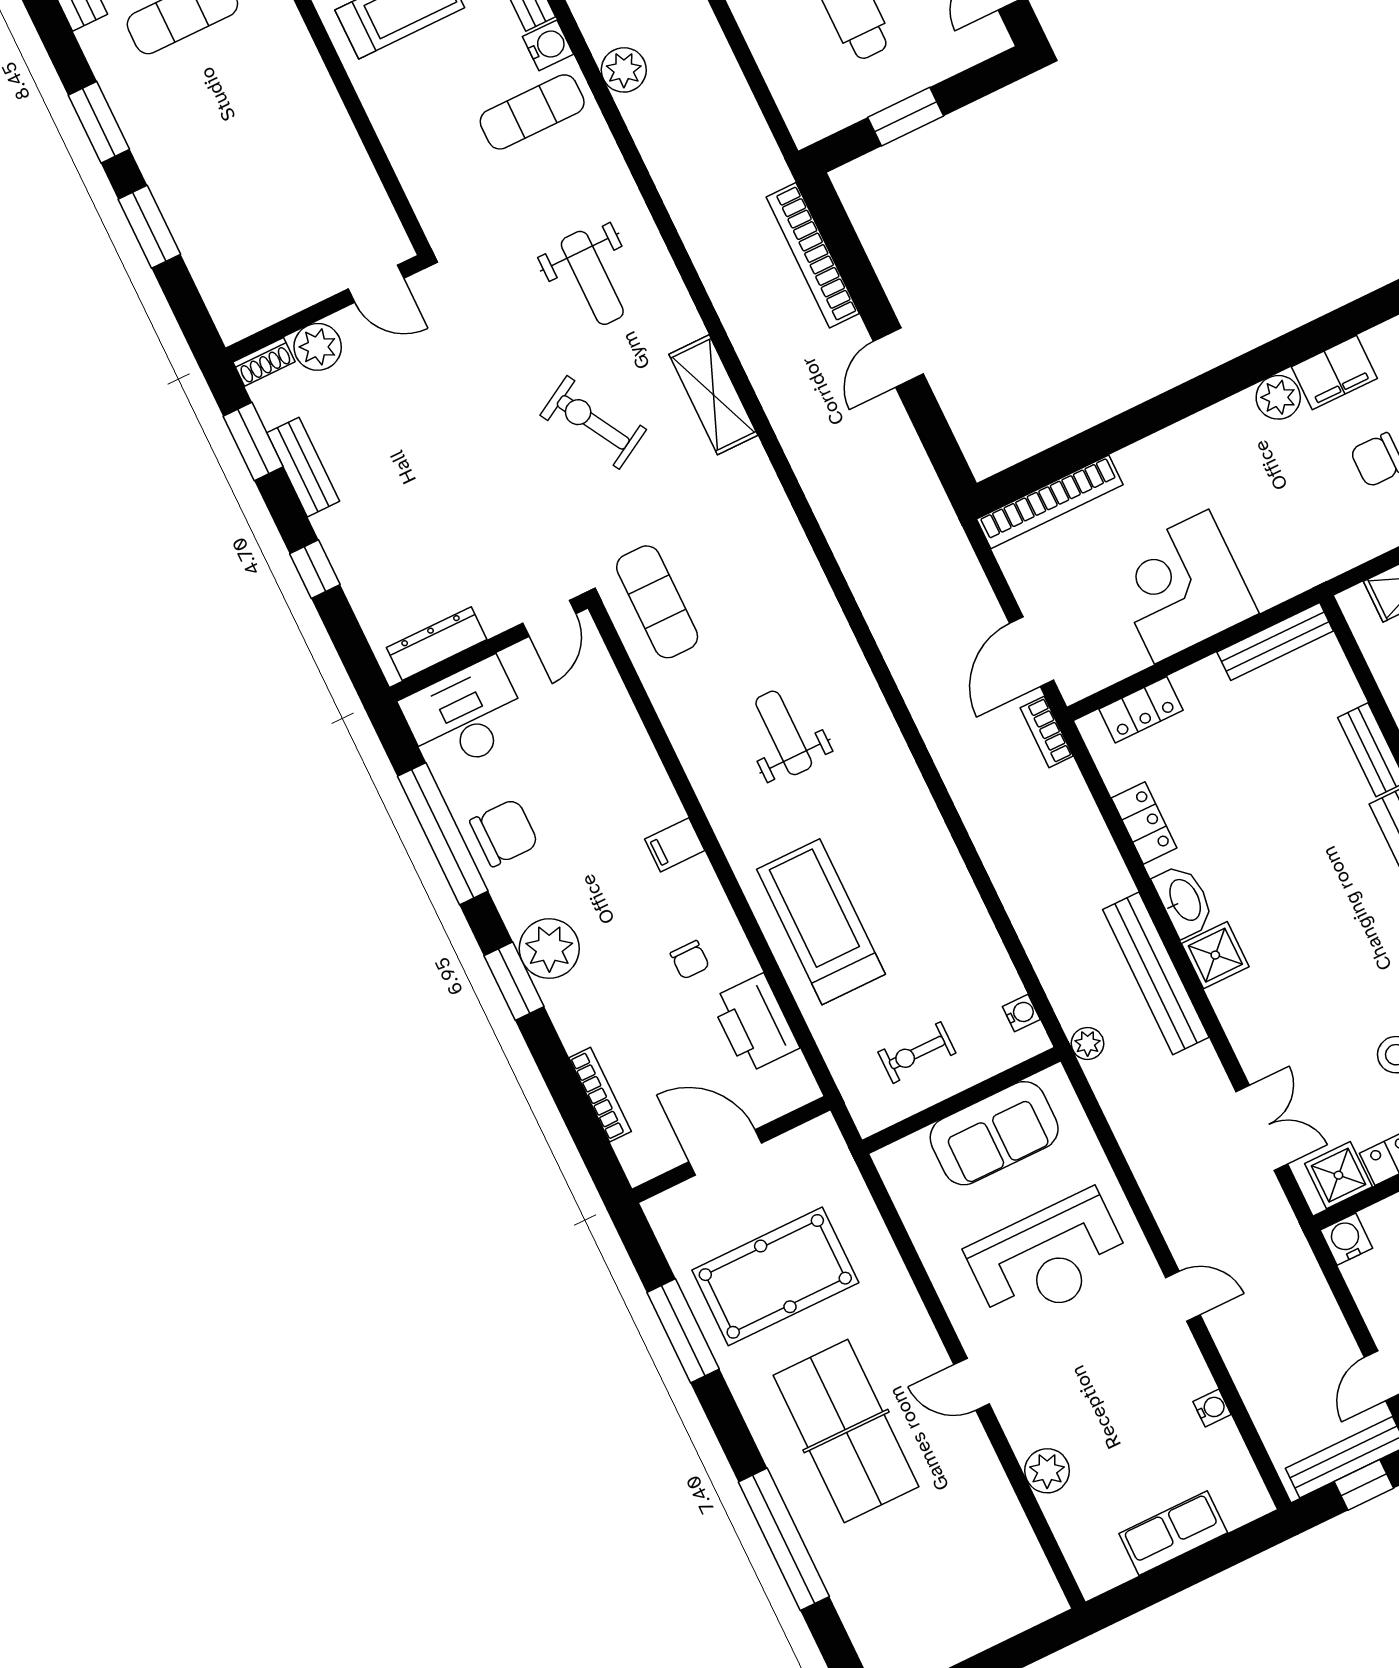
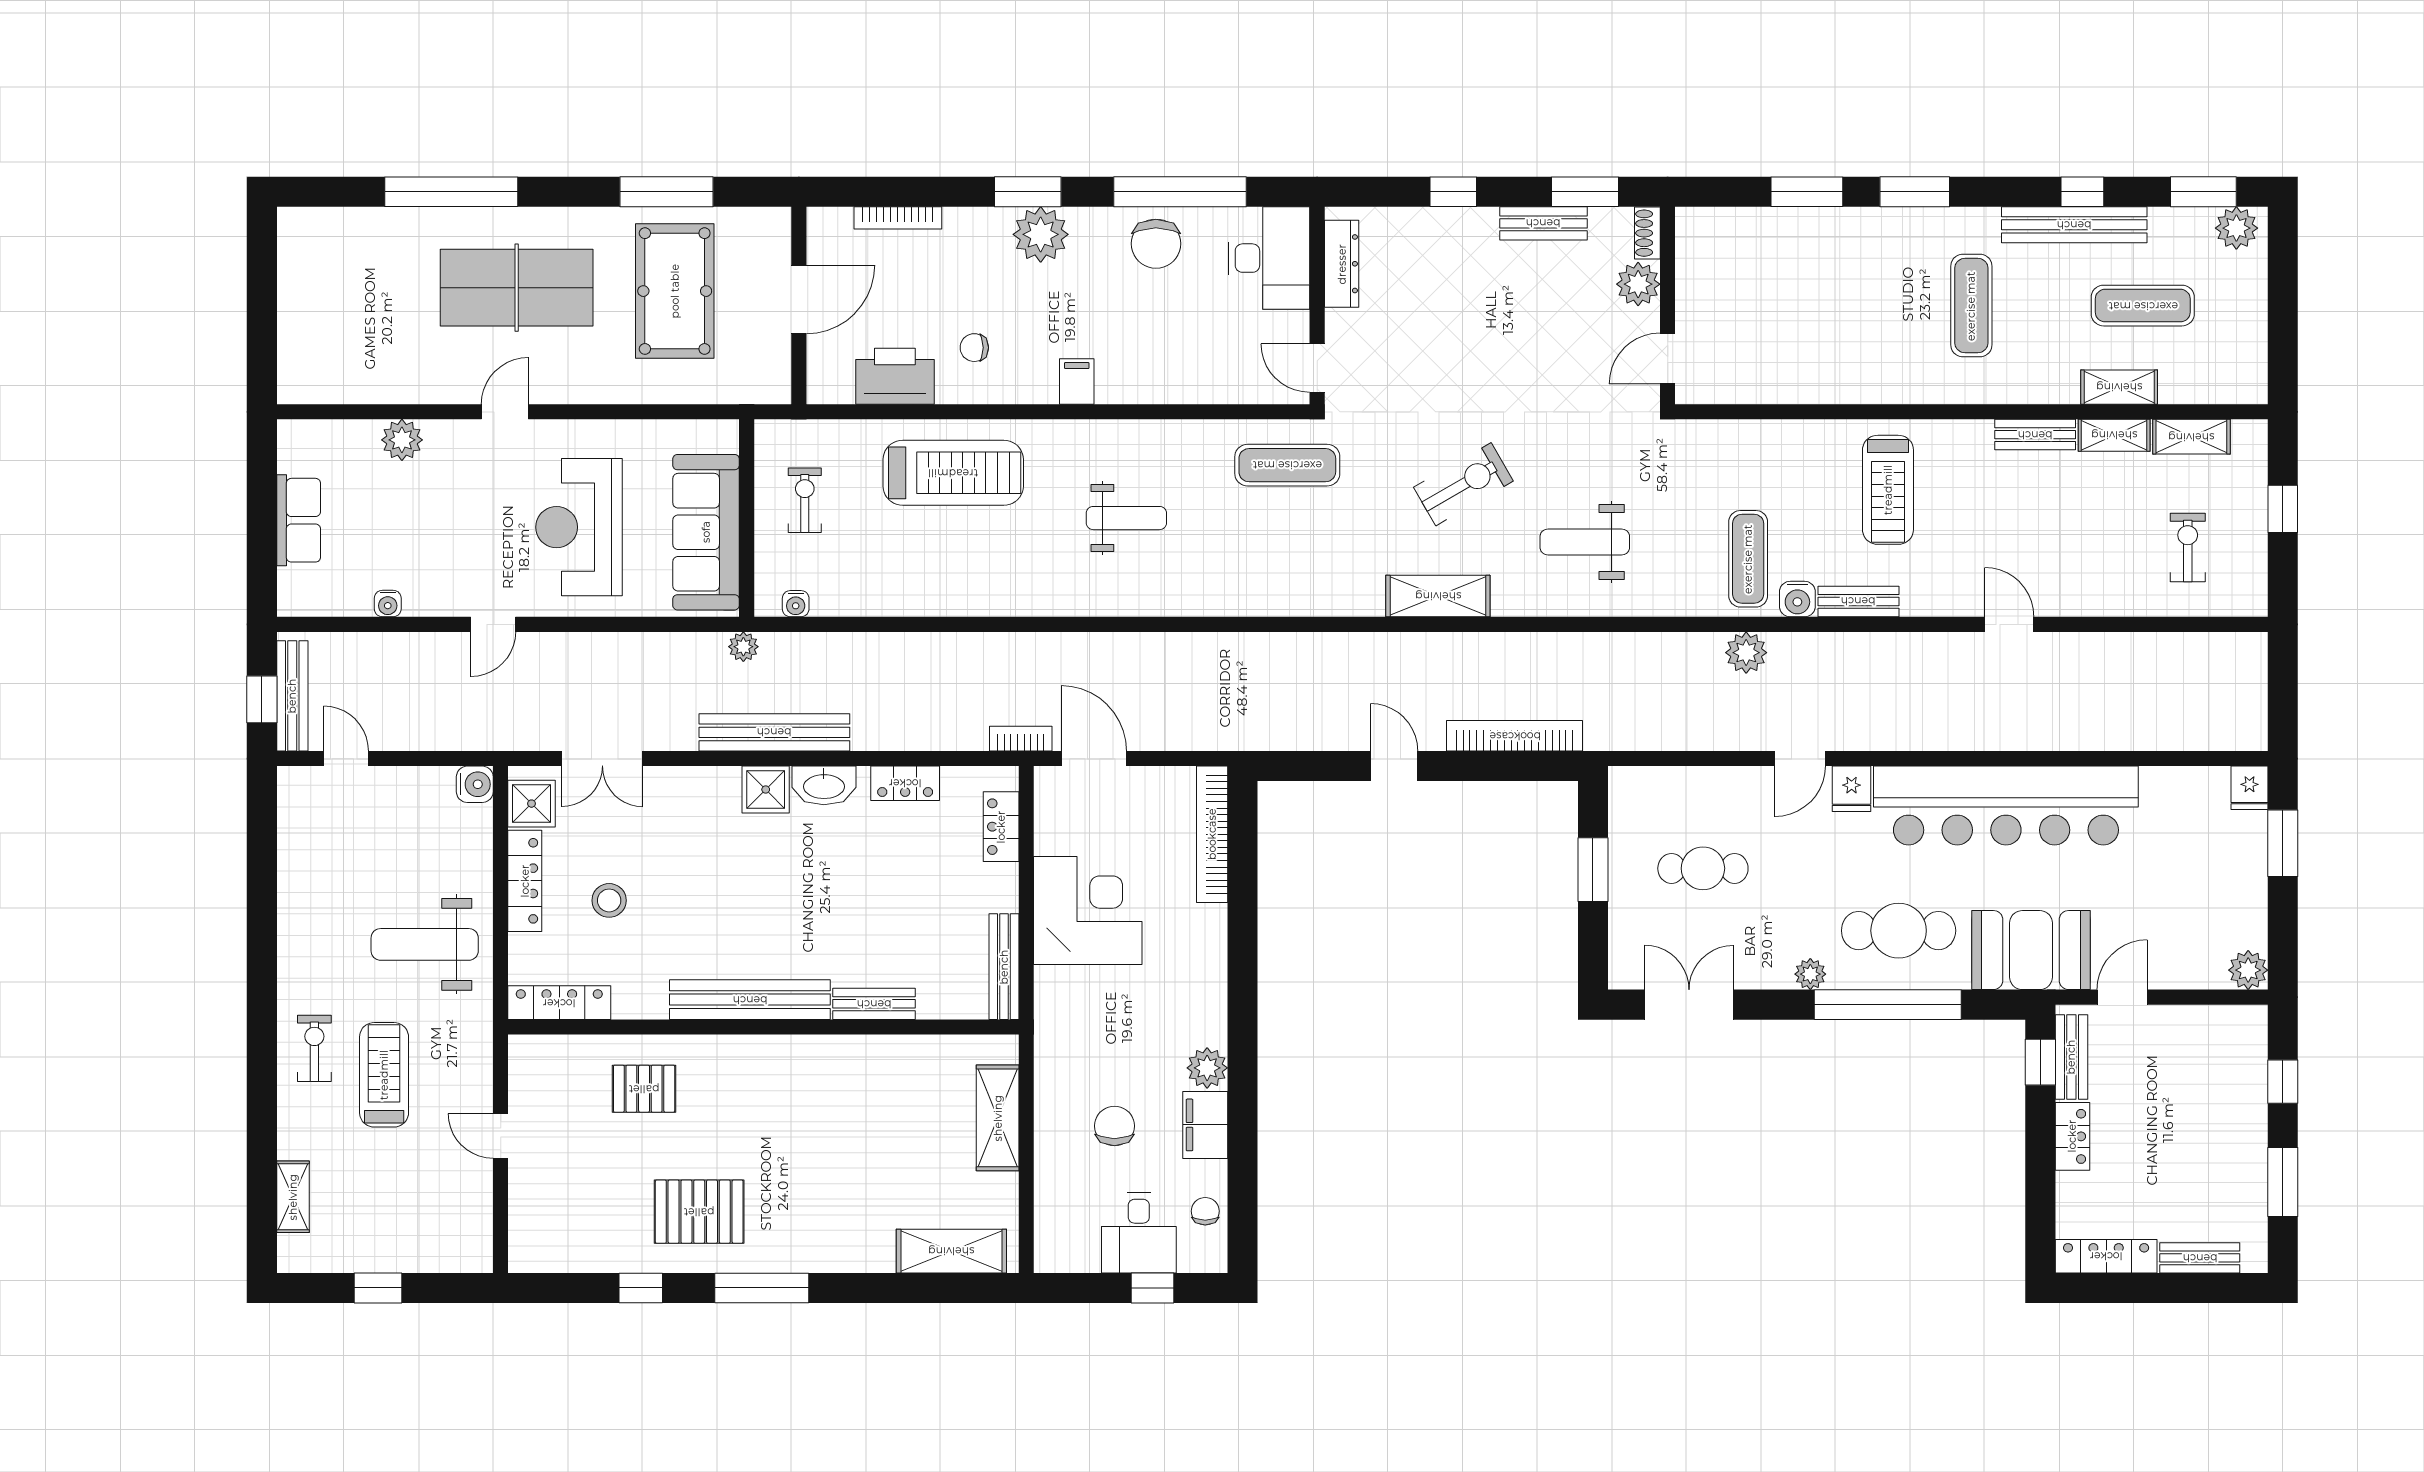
sofa: (994, 1133) -> (706, 532), width x1.36

